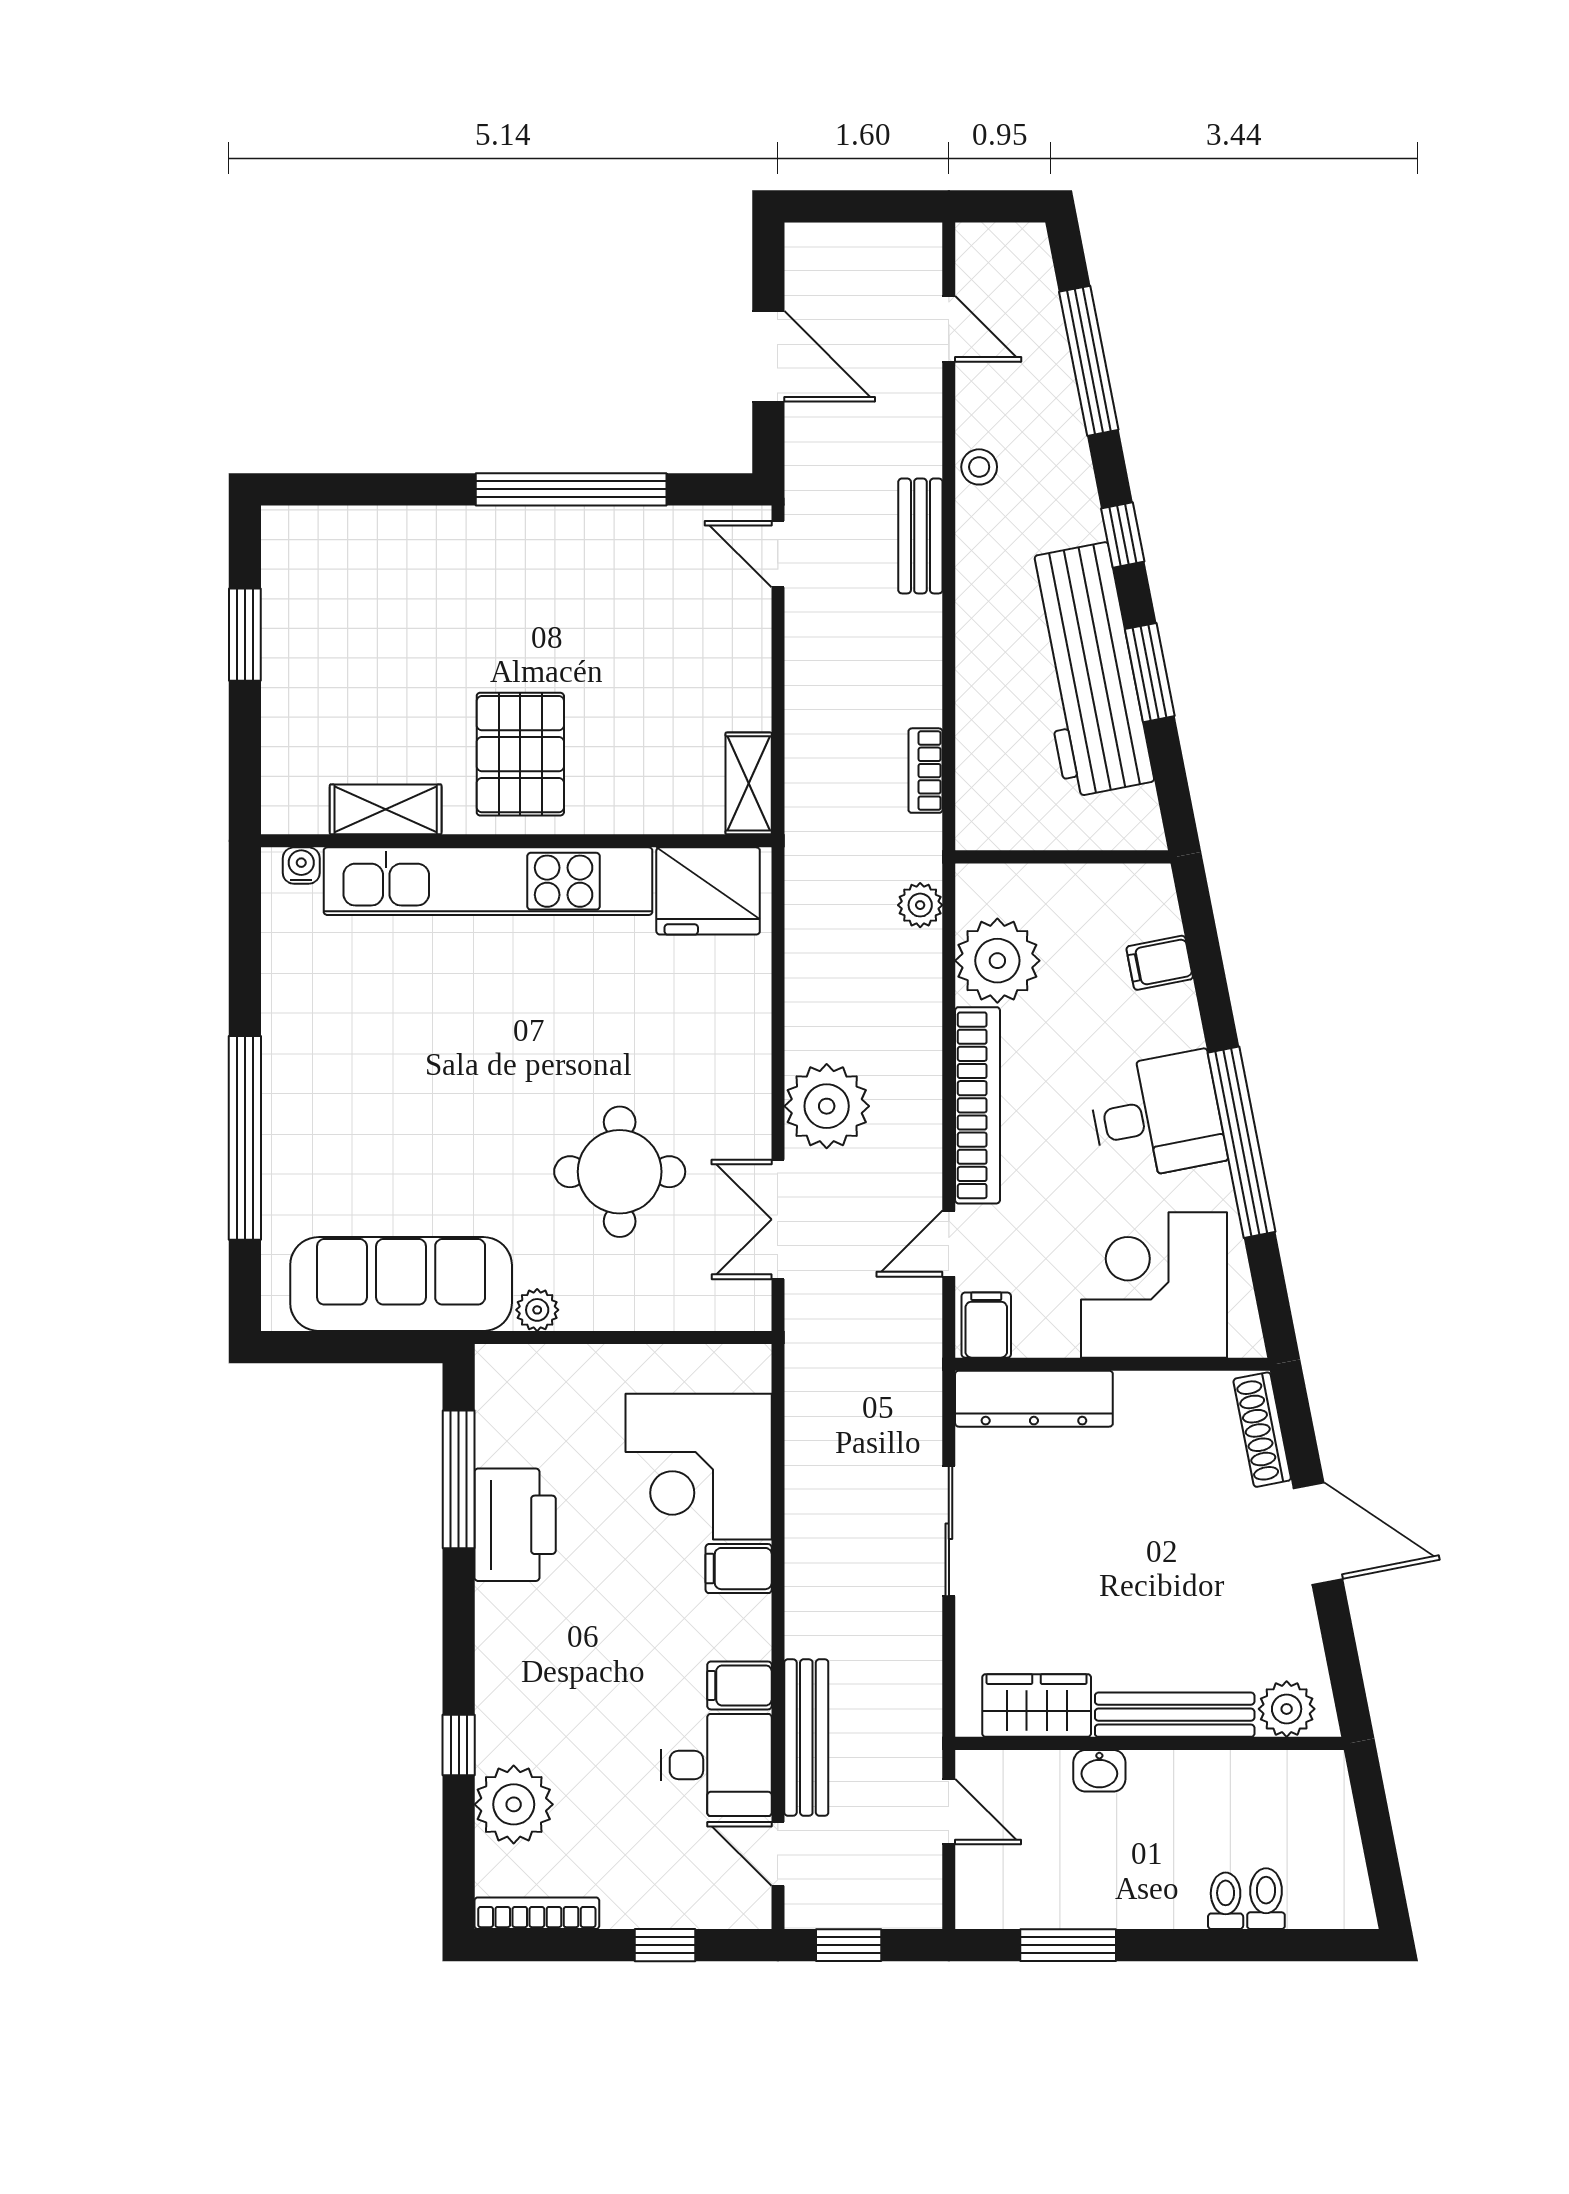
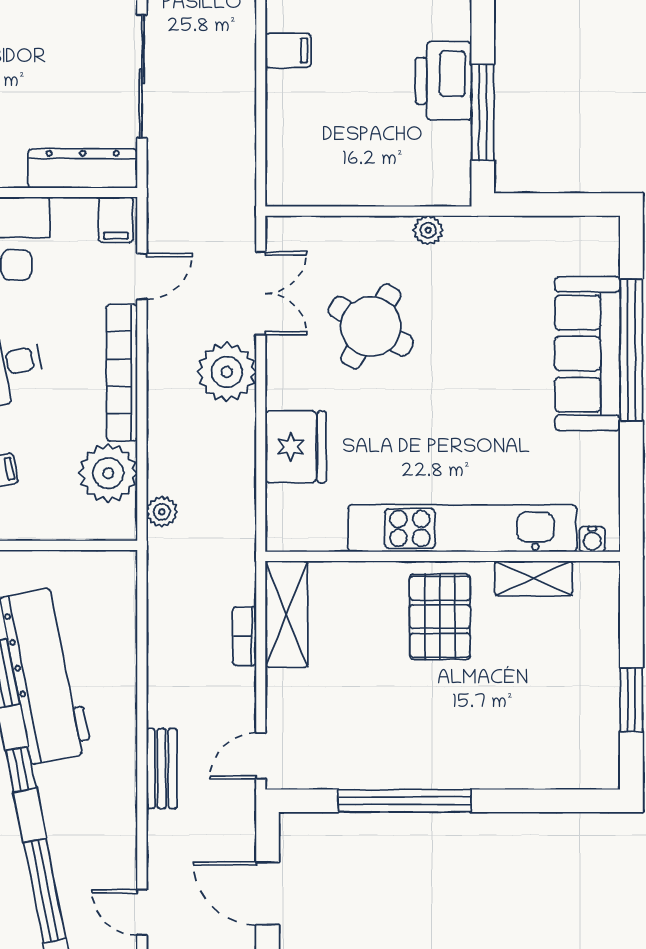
stool: (979, 467) -> (121, 816), removed
door: (778, 554) -> (261, 756), swing flipped
bookcase: (925, 771) -> (245, 636), moved, turned 180
shelving: (749, 783) -> (287, 614), width x1.50, depth x1.33
fridge: (708, 891) -> (296, 447), moved, turned 90
round table: (620, 1172) -> (371, 326), turned 30
sofa: (401, 1284) -> (588, 354), moved, turned 90
corner desk: (699, 1467) -> (316, 121), removed
sliding door: (949, 1531) -> (142, 76), width x1.37

